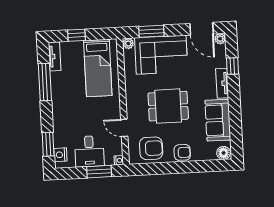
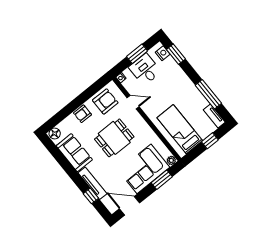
plant: (220, 39) -> (112, 208), removed
tv unit: (222, 83) -> (92, 183), width x1.41
armchair: (151, 148) -> (105, 101), turned 180
window: (99, 172) -> (137, 54), moved

